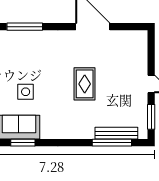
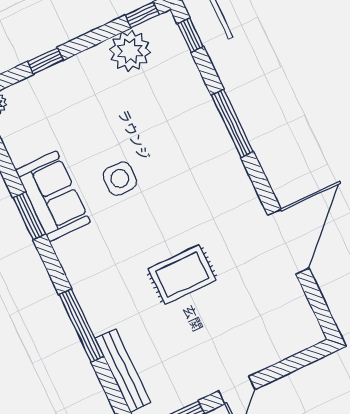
window: (112, 143) -> (81, 325), moved

